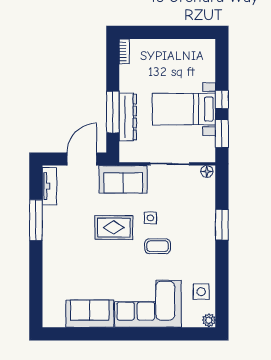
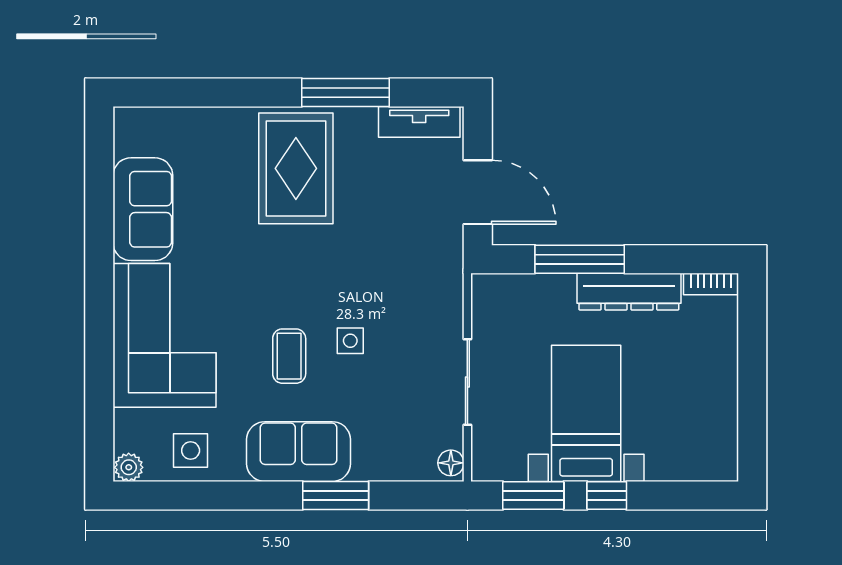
dresser: (128, 117) -> (629, 292), moved
sofa: (123, 179) -> (299, 452), moved, turned 90
rug: (114, 228) -> (296, 168), moved, width x1.36, depth x1.43

